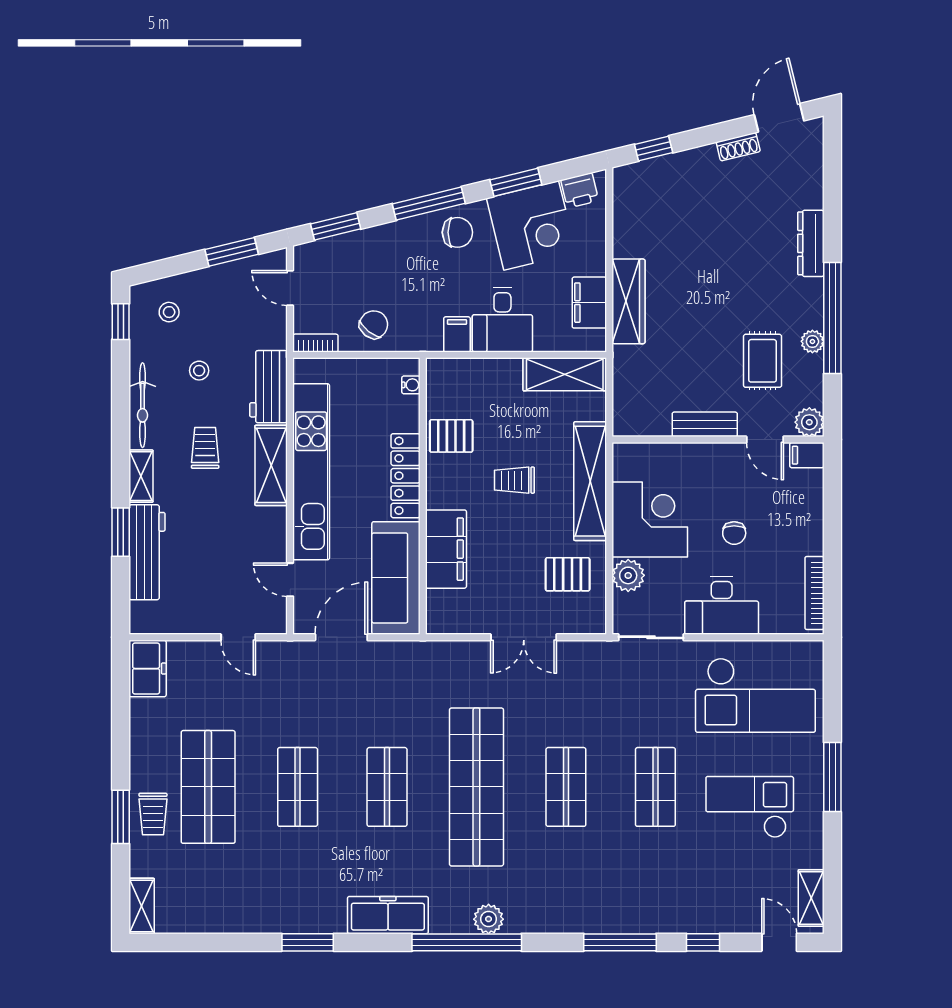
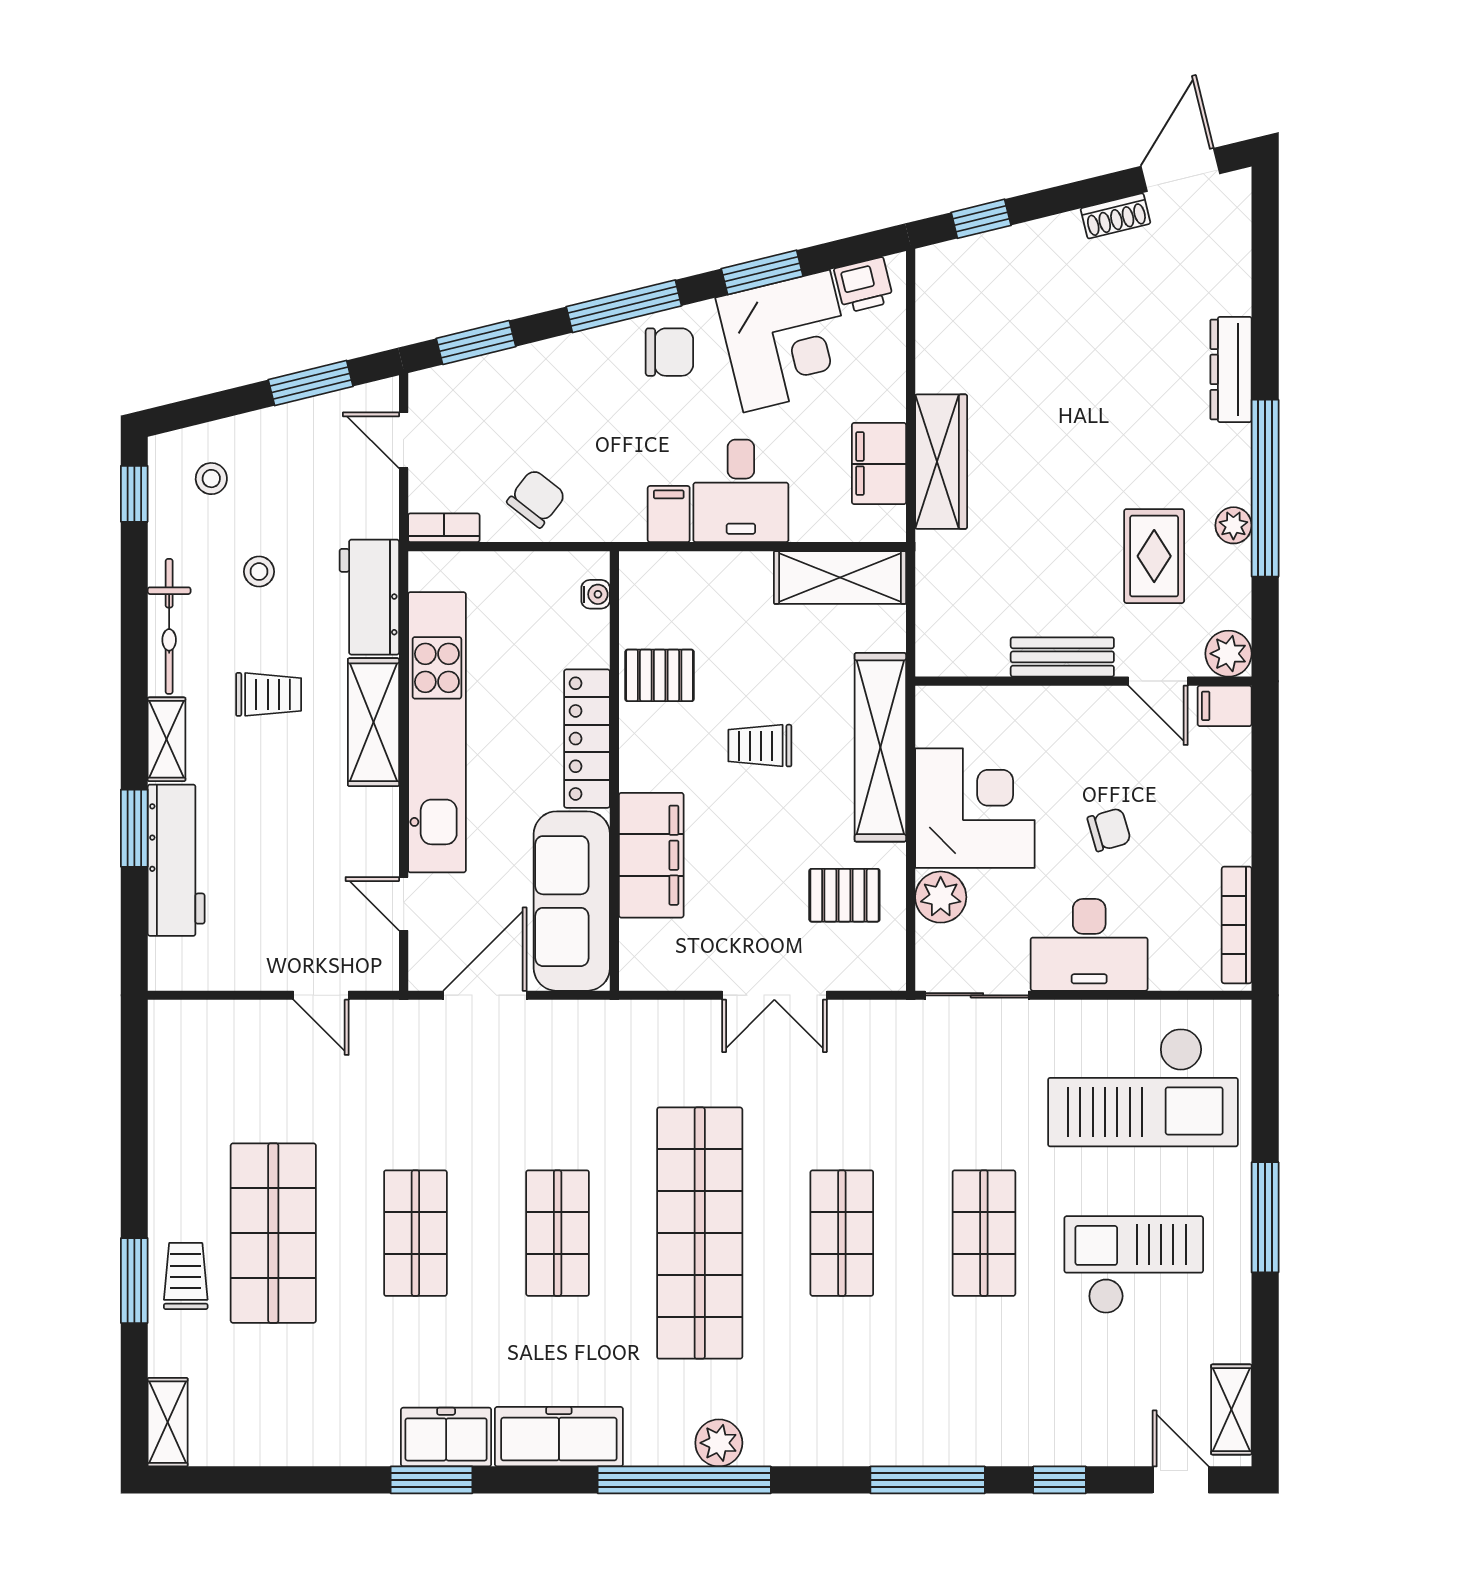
trolley: (205, 448) -> (269, 694), turned 90
chair: (734, 533) -> (1109, 830), turned -106
freezer: (148, 669) -> (446, 1437), moved, turned -90
trolley: (153, 814) -> (186, 1276), turned 180

